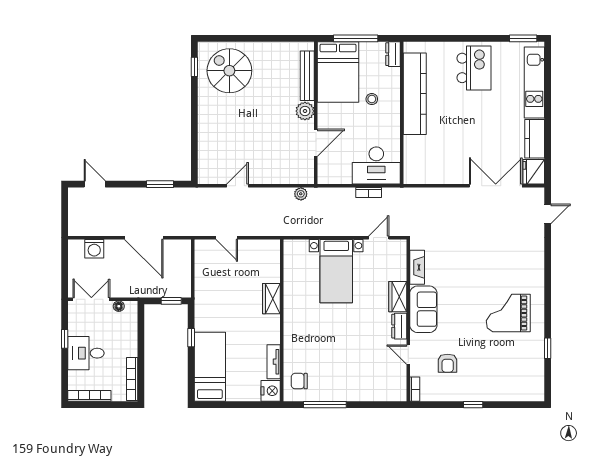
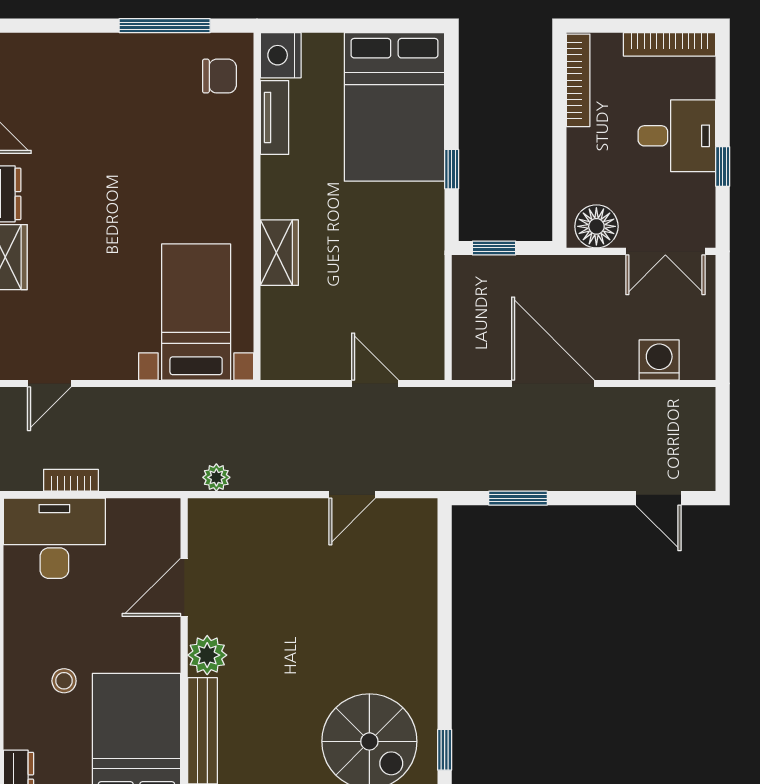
bed with nightstands: (336, 271) -> (196, 312), moved
floor lamp: (119, 306) -> (596, 226), width x1.89, depth x1.89
bed: (210, 367) -> (394, 107), width x1.50

